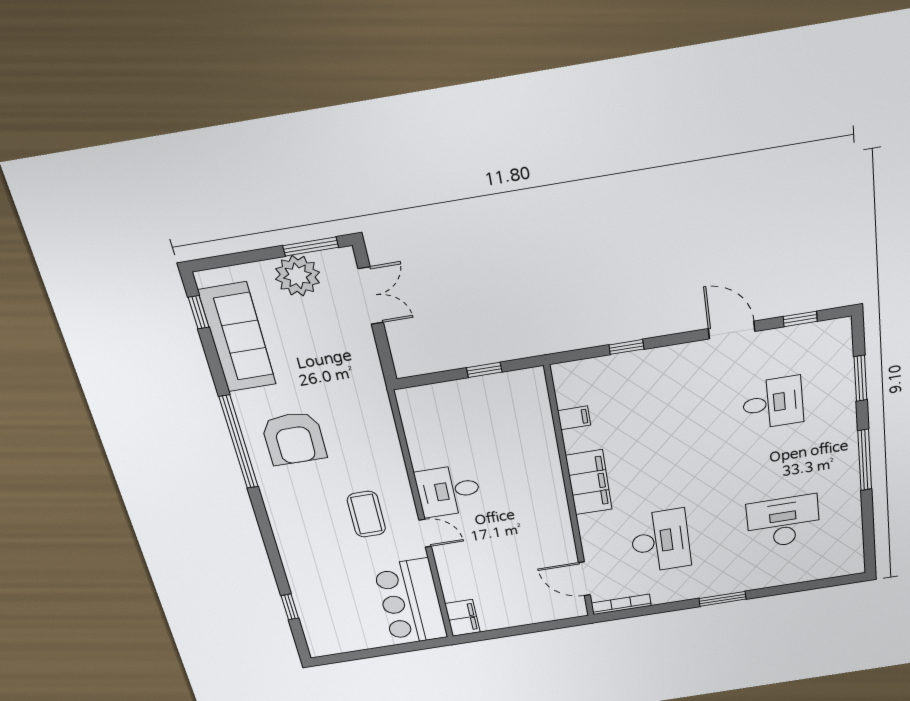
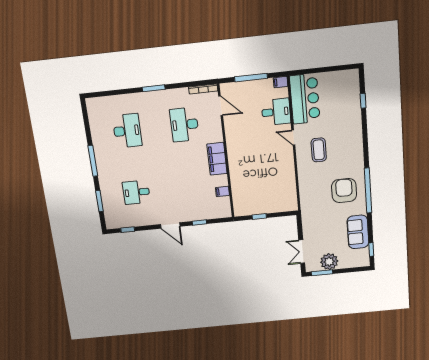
door: (732, 330) -> (170, 225), moved
sofa: (237, 338) -> (358, 232), width x0.73
desk: (448, 491) -> (276, 112), moved
desk: (783, 522) -> (127, 131), turned -90
filing cabinet: (462, 618) -> (281, 82), width x0.50
window: (525, 629) -> (251, 78), added

